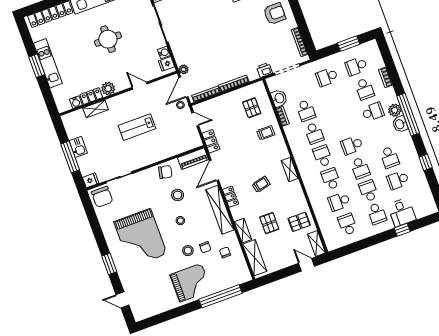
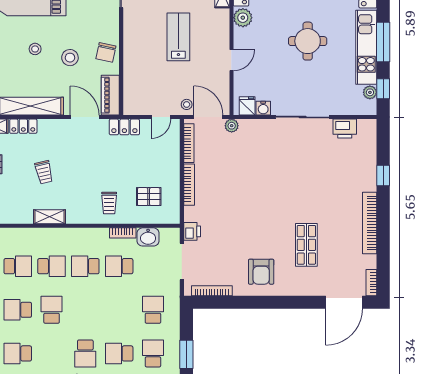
locker: (231, 197) -> (23, 126), moved

